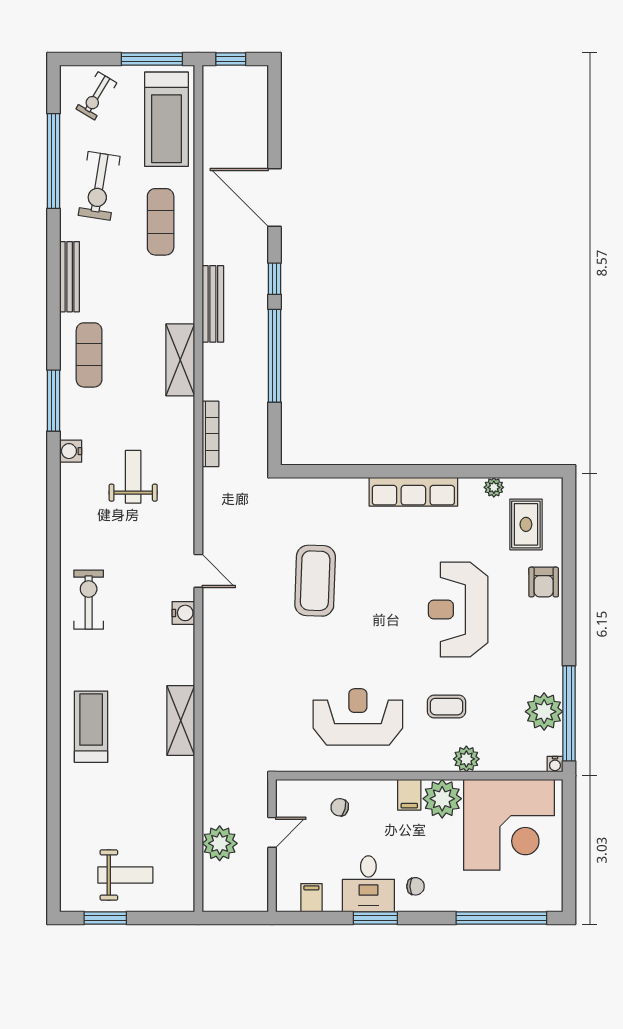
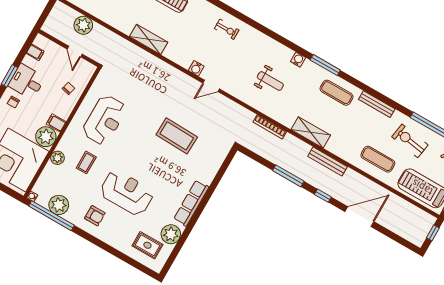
window: (274, 356) -> (288, 176), width x0.68
plant: (494, 487) -> (171, 234), width x1.87, depth x1.87
armchair: (544, 582) -> (95, 216), moved, turned 180
exercise bike: (89, 600) -> (227, 29), width x0.73, depth x0.72

